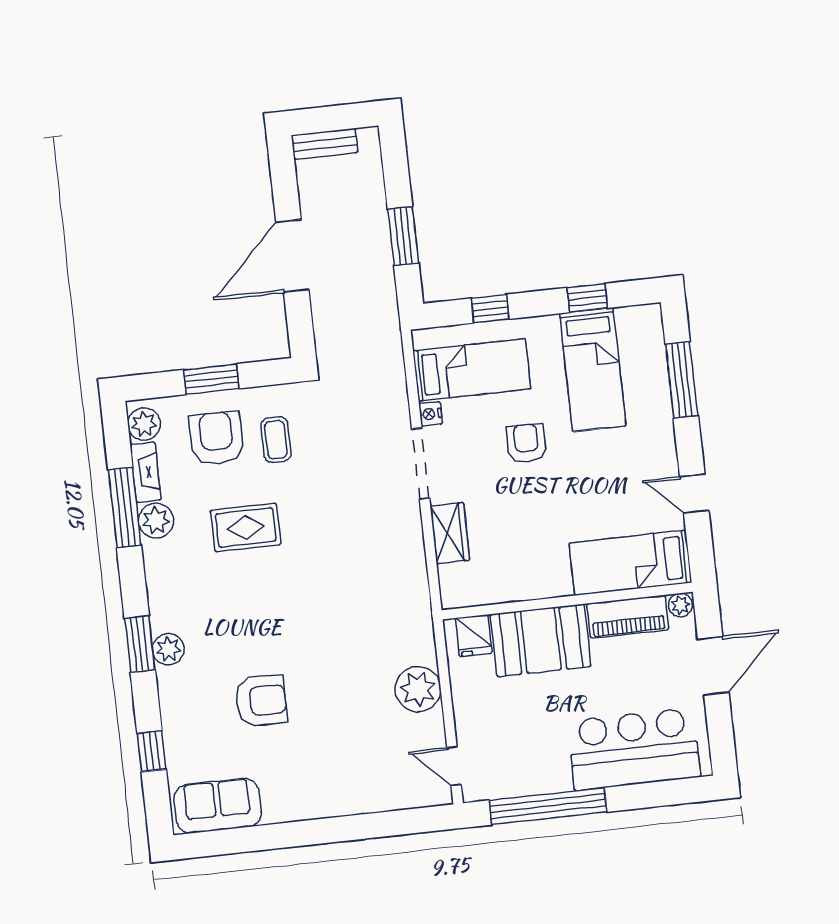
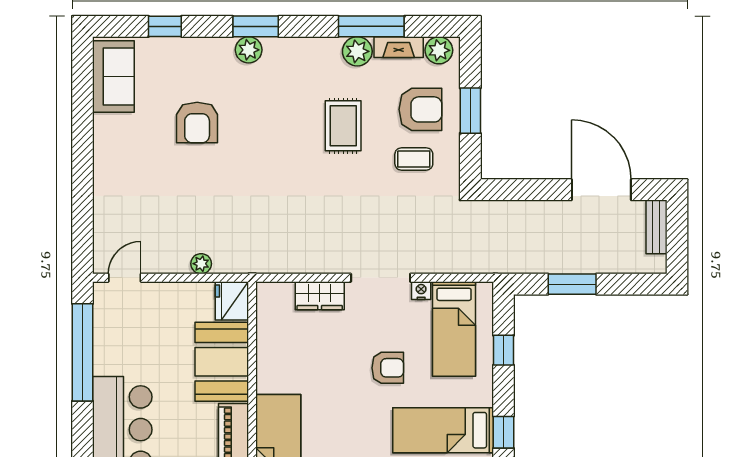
door: (292, 256) -> (601, 190), moved
fridge: (474, 636) -> (232, 301), width x1.38
plant: (418, 689) -> (201, 264), width x0.53, depth x0.53

